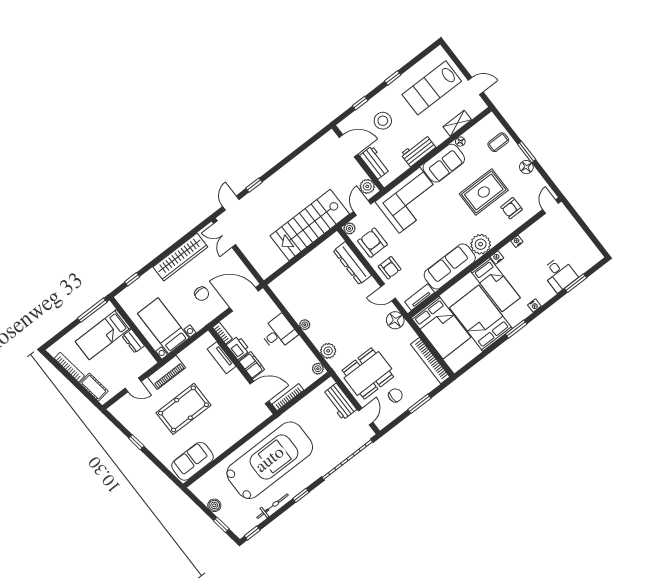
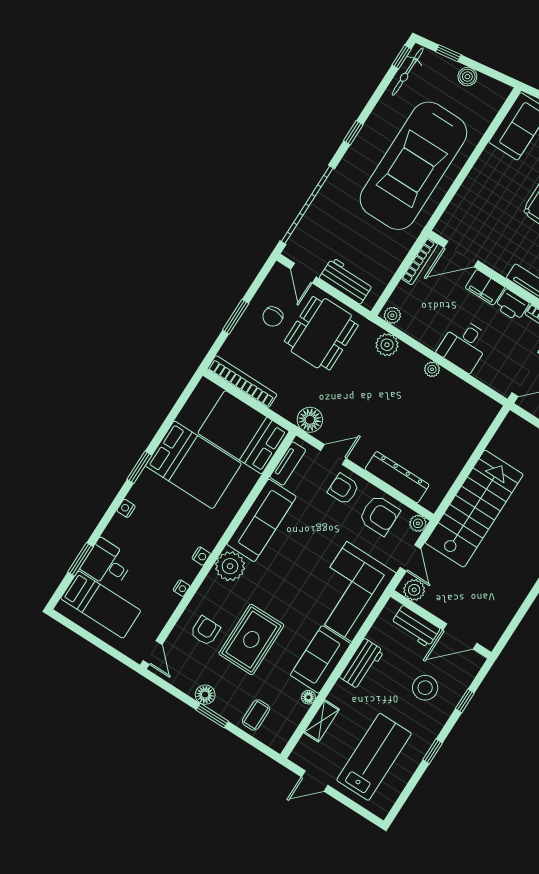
bed: (496, 285) -> (101, 604), moved, turned 180
bicycle: (273, 506) -> (408, 72), moved

